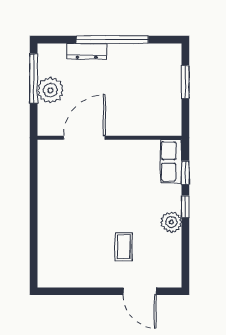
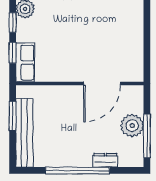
dresser: (87, 51) -> (105, 160), width x0.70
bench: (172, 82) -> (24, 133), added
window: (185, 82) -> (13, 116), moved

